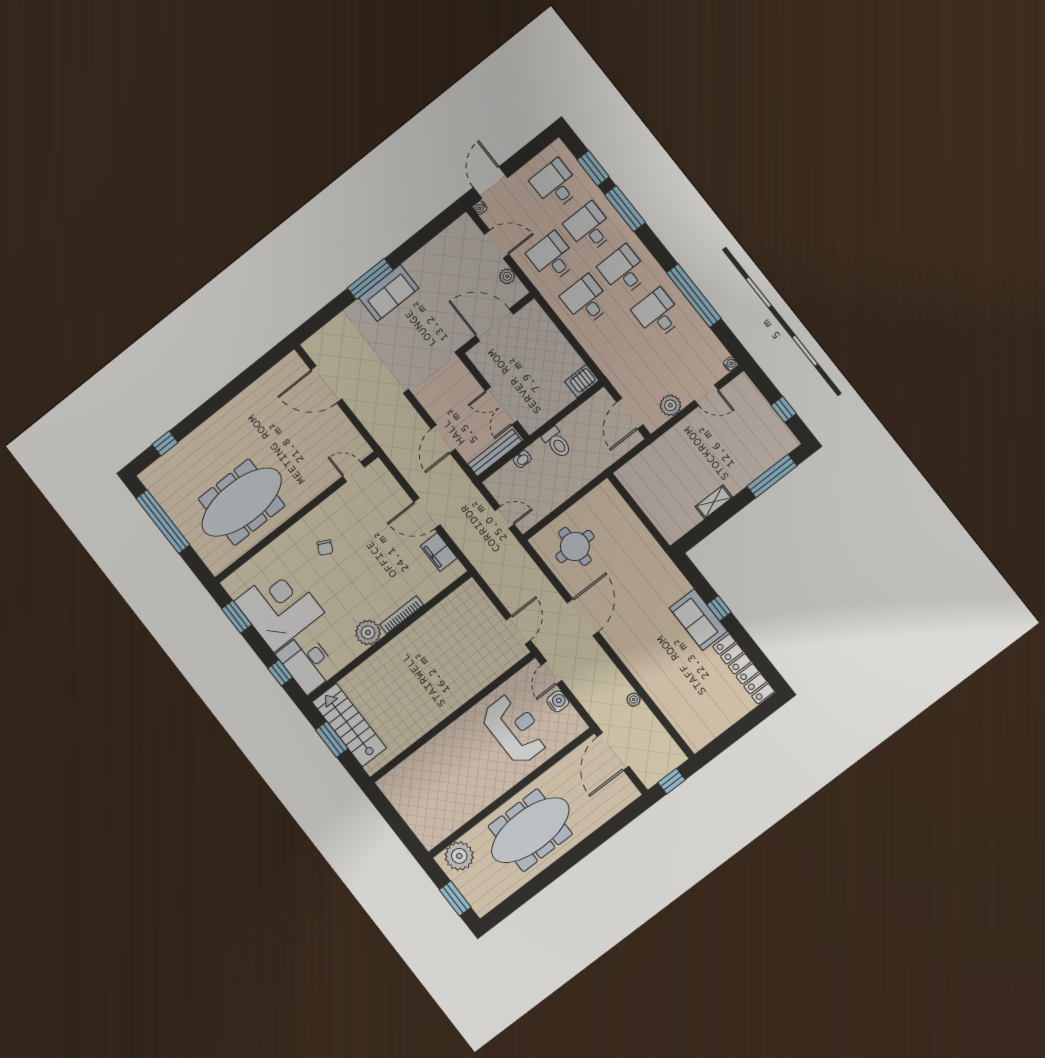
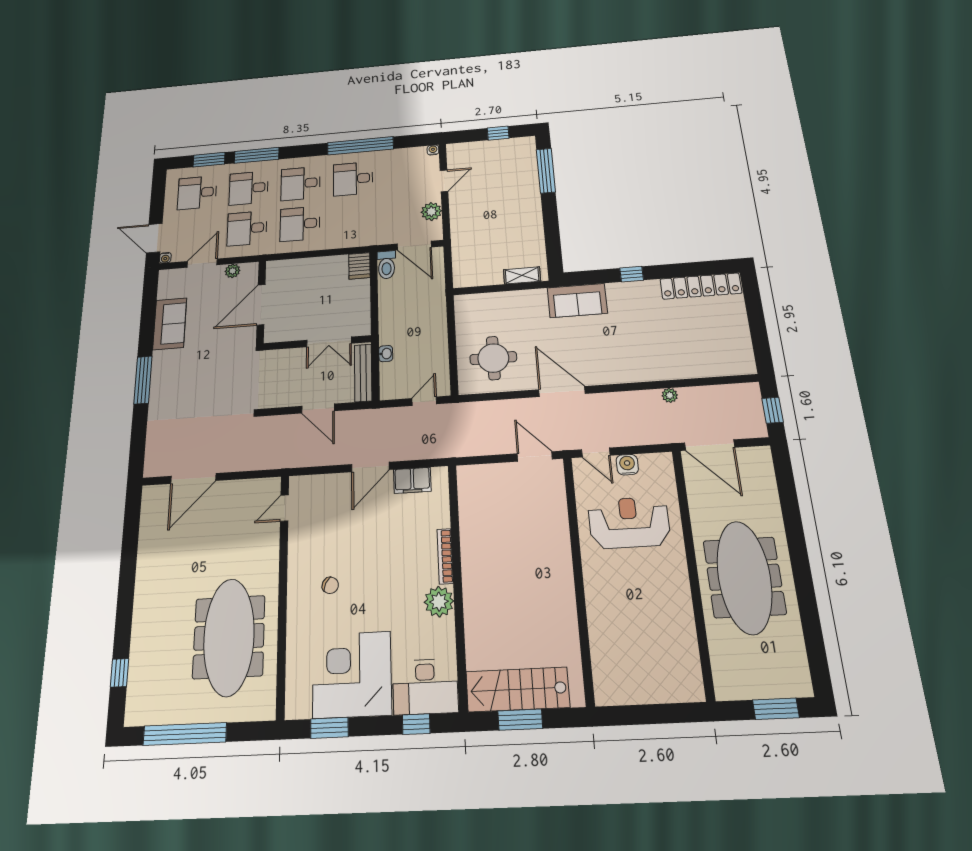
sofa: (389, 293) -> (170, 324), moved
toilet: (557, 443) -> (386, 265), moved, turned 90
shelving: (714, 502) -> (522, 275), moved, turned 90
sofa: (698, 620) -> (577, 301), moved
plant: (459, 856) -> (730, 671), removed

